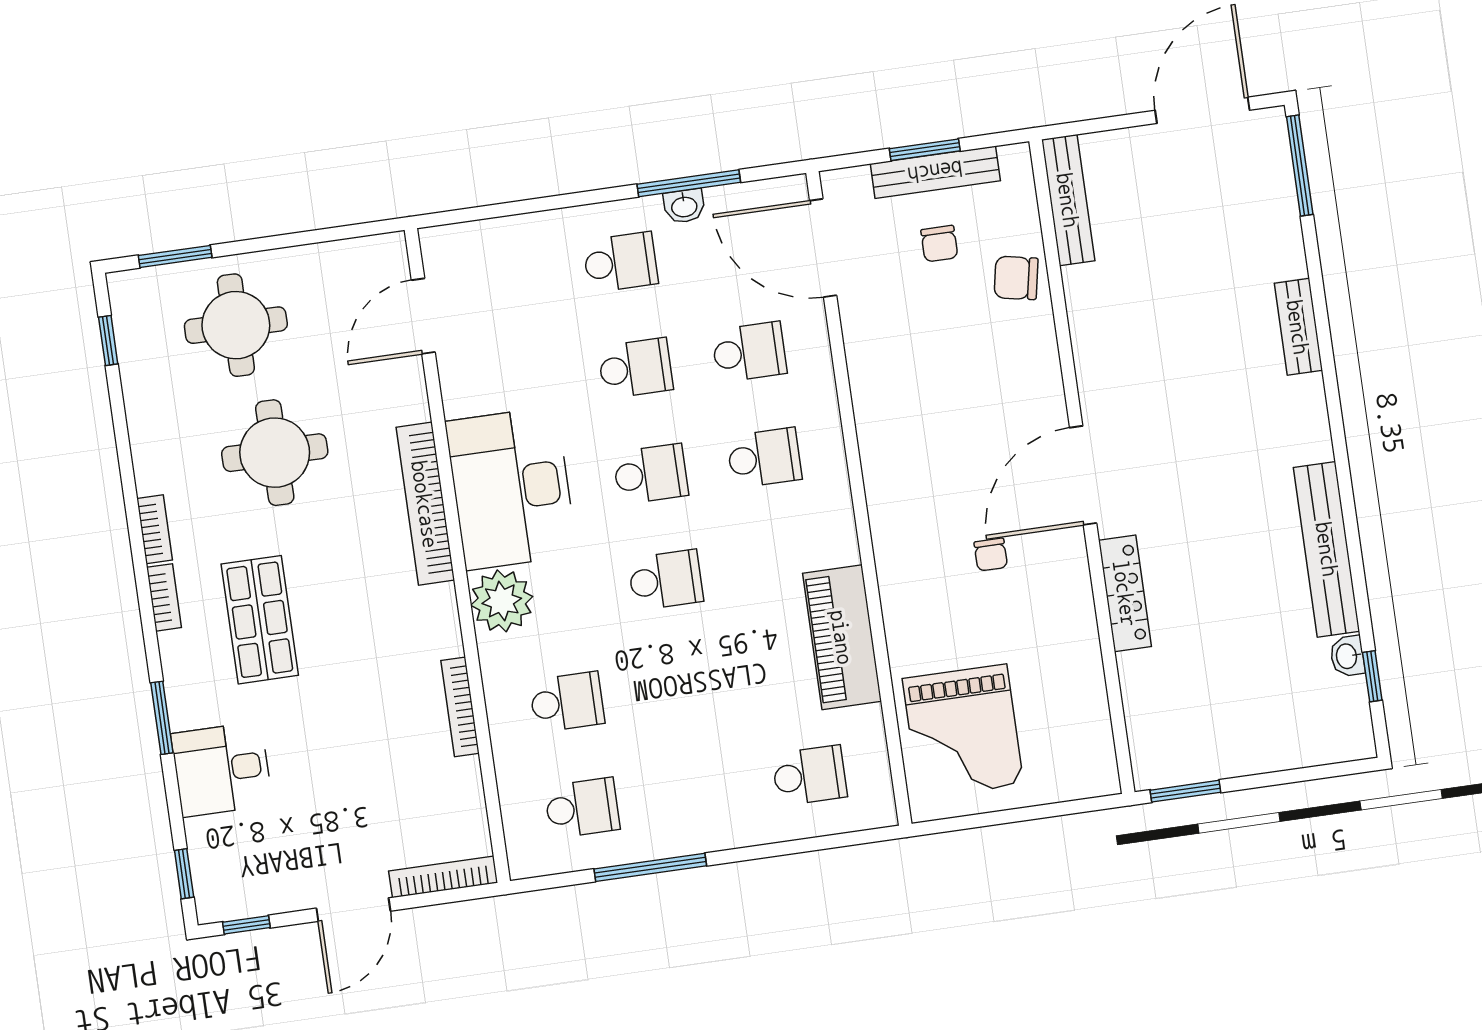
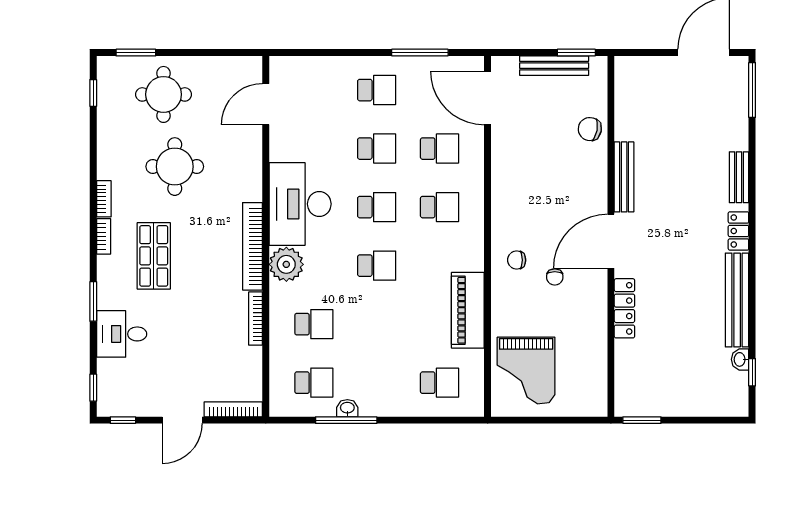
window: (925, 150) -> (576, 53), moved
bench: (1068, 200) -> (624, 177), moved
washbasin: (684, 206) -> (347, 408), moved, turned 180
chair: (939, 244) -> (517, 260), moved, turned 90
locker: (1311, 424) -> (738, 231), added
bookcase: (425, 504) -> (252, 246), moved

